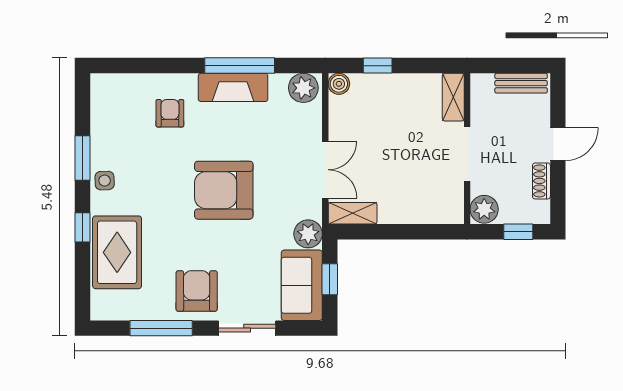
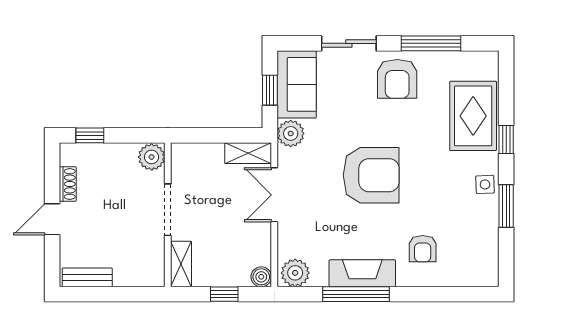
shelving: (453, 97) -> (181, 264), moved
wall: (467, 149) -> (168, 215), moved
doorway: (467, 154) -> (168, 210), moved
plant: (484, 209) -> (152, 157), moved

